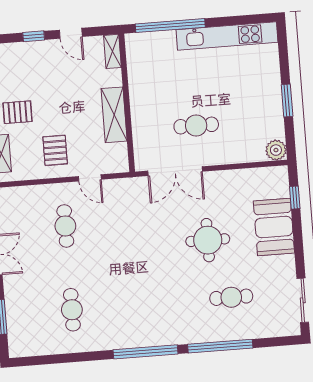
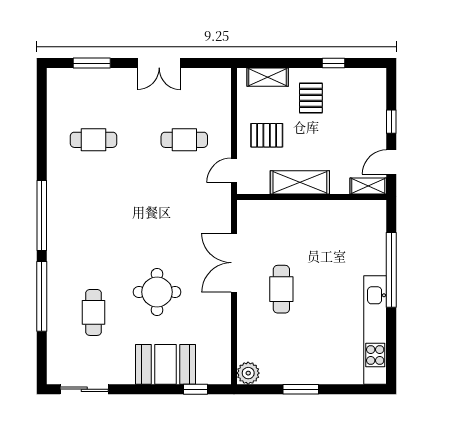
shelving: (112, 51) -> (368, 186), moved
wall: (127, 103) -> (312, 197), moved
shelving: (114, 115) -> (300, 182), moved

